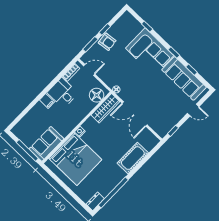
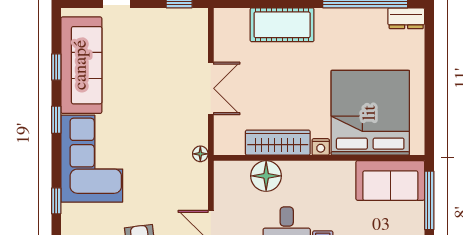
floor lamp: (97, 95) -> (266, 176), moved
wardrobe: (105, 108) -> (278, 143), moved
double door: (135, 114) -> (211, 88), width x0.73

